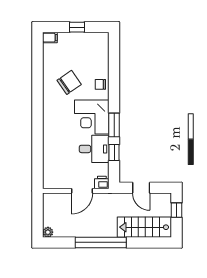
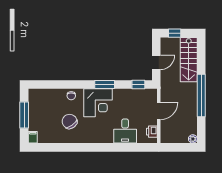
window: (77, 27) -> (24, 115), width x2.17
desk: (94, 149) -> (125, 131), moved, turned 180
window: (114, 152) -> (138, 85), moved
printer: (102, 182) -> (152, 132), moved
door: (82, 191) -> (159, 111), hinge flipped

